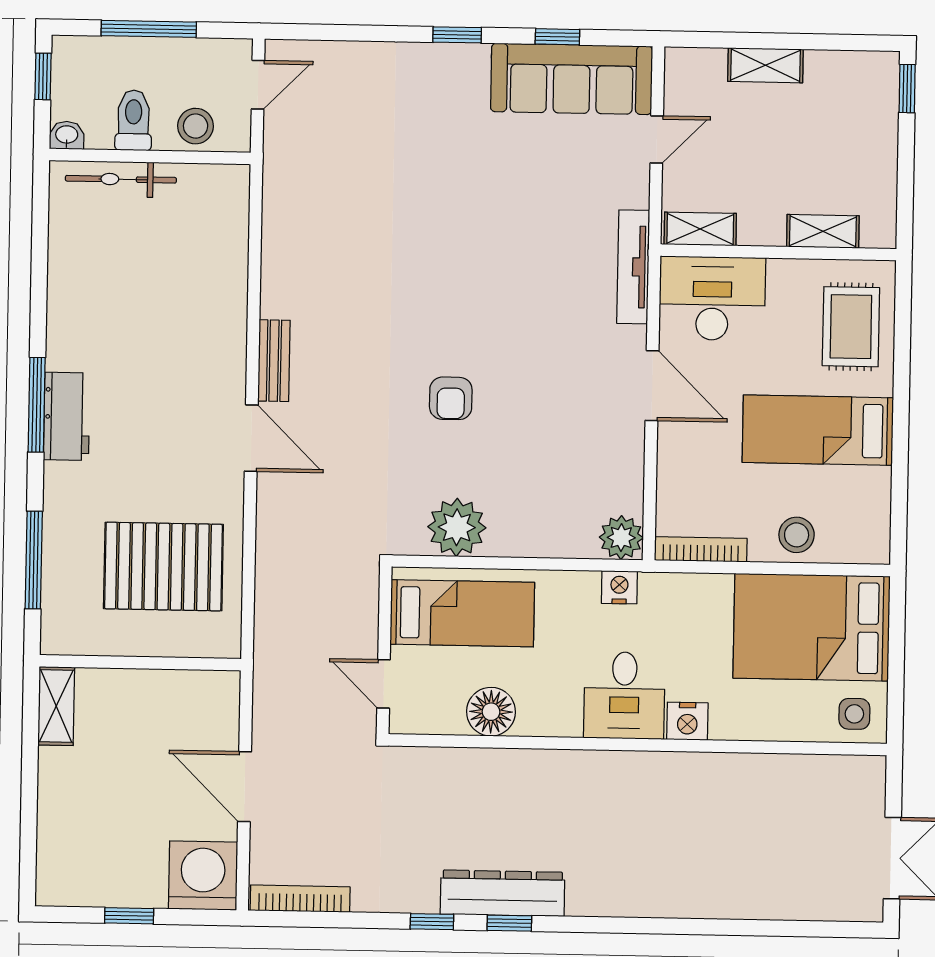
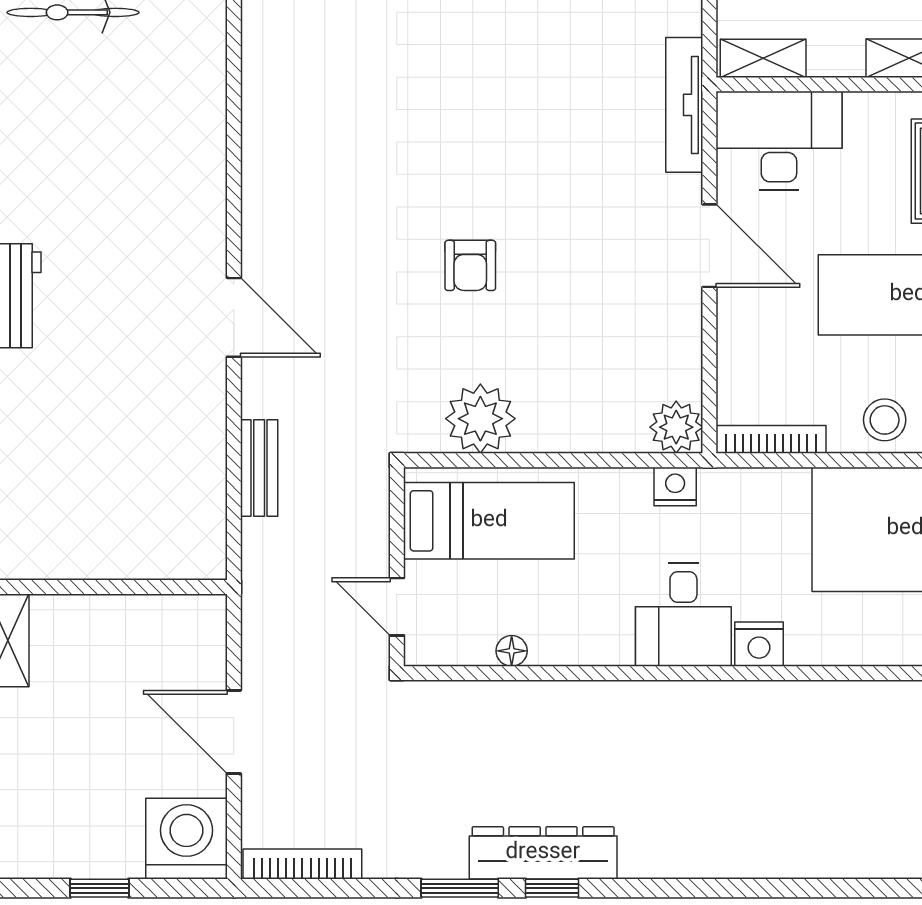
bench: (274, 361) -> (259, 468), moved
pallet: (163, 567) -> (132, 472), removed
floor lamp: (491, 712) -> (512, 651), width x0.53, depth x0.53
window: (432, 922) -> (460, 888), width x1.50

